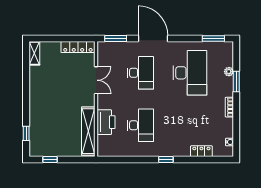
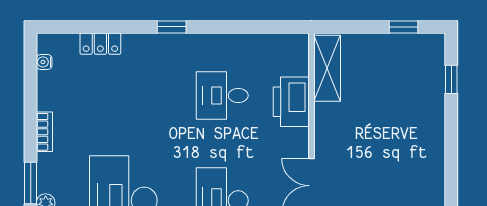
desk: (141, 125) -> (222, 95), width x0.73
shelving: (88, 131) -> (327, 68), width x0.68

